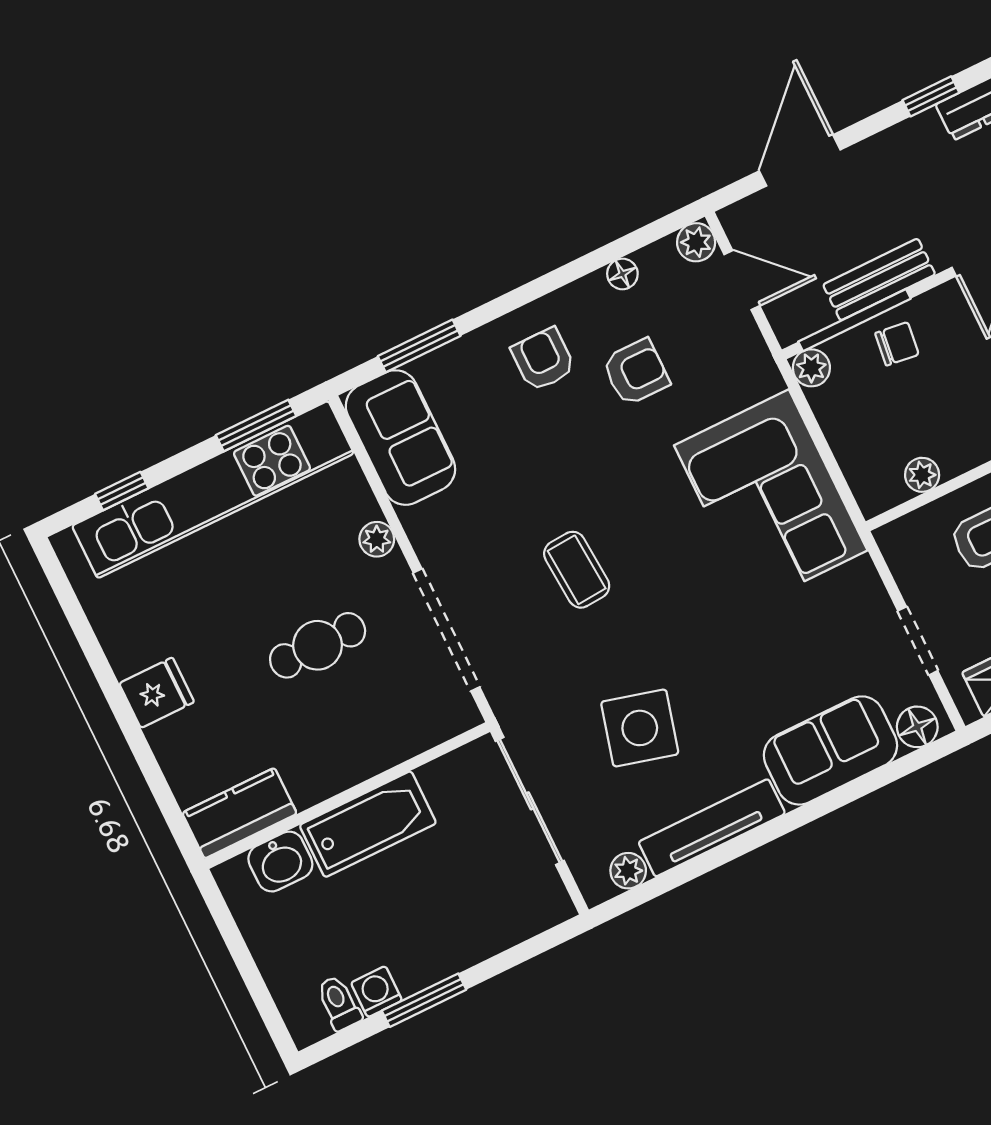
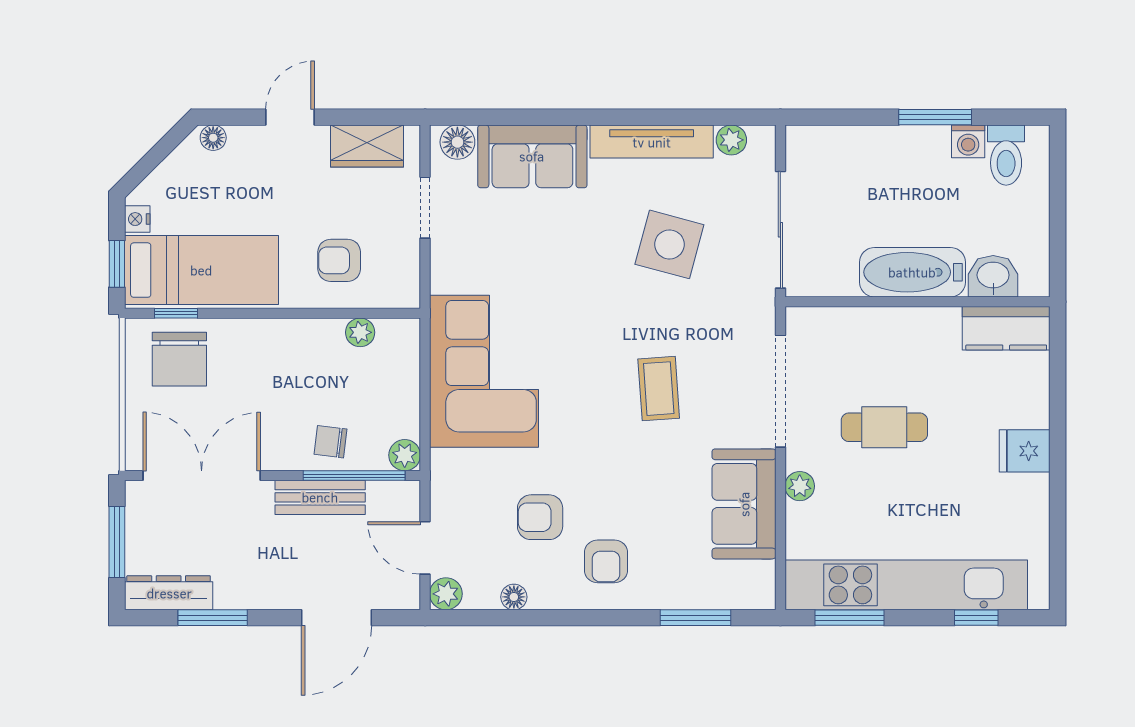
window: (931, 96) -> (213, 618), width x1.50
sofa: (400, 438) -> (744, 504), moved
toilet: (339, 1003) -> (1006, 155), width x1.37, depth x1.39

